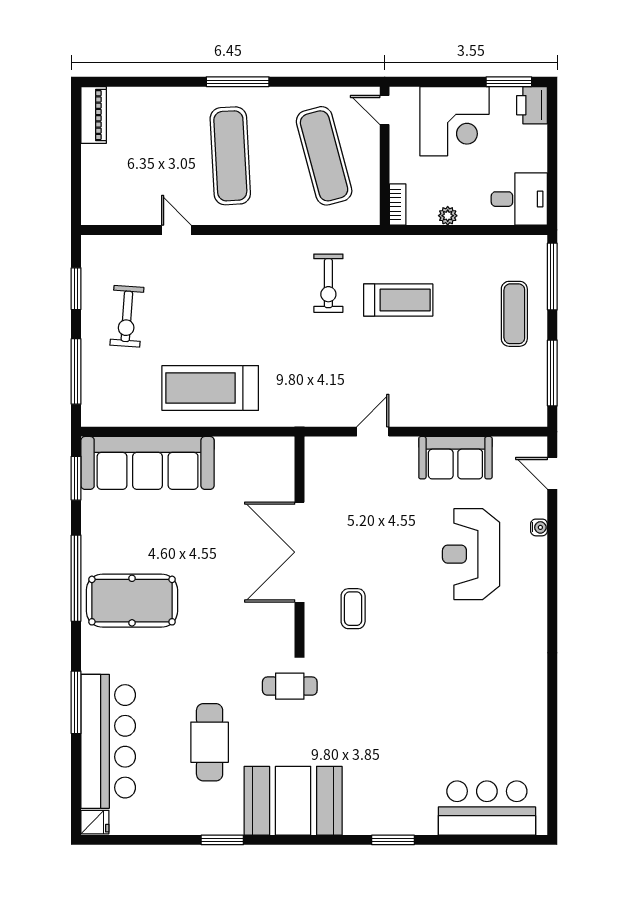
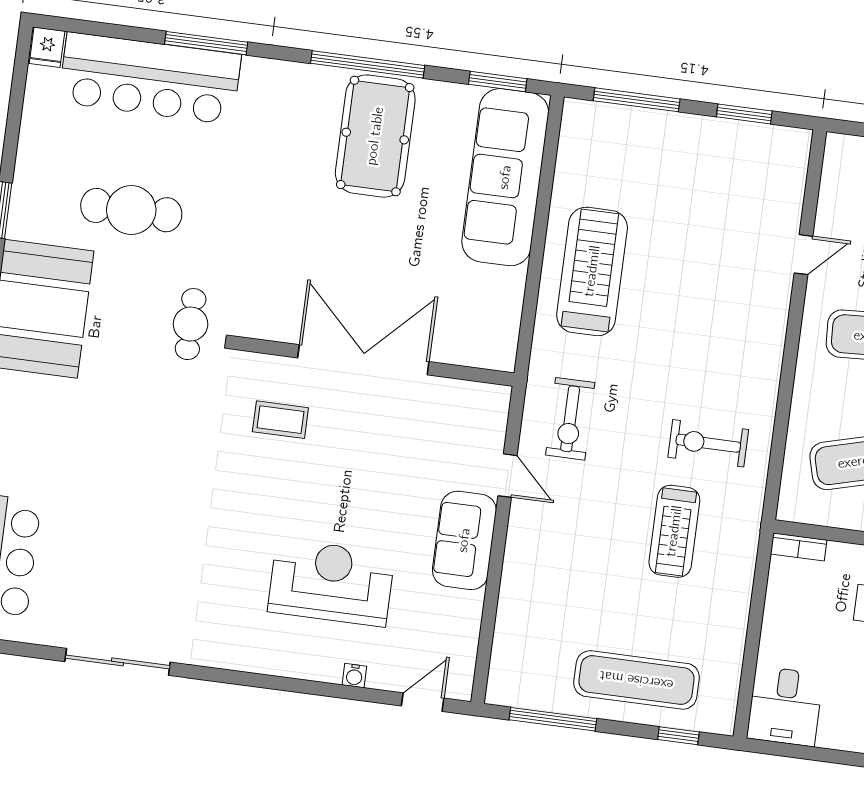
plant: (448, 216) -> (776, 610), removed
window: (552, 277) -> (678, 736), width x0.46
exercise mat: (514, 314) -> (636, 680), width x1.36, depth x1.45
exercise bike: (127, 316) -> (570, 419), moved, turned -94
sofa: (455, 458) -> (464, 540), moved
pool table: (132, 601) -> (375, 136), moved
sliding door: (552, 708) -> (118, 662), added

